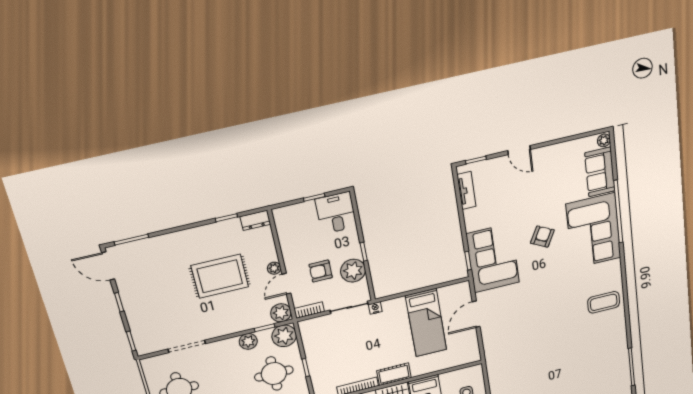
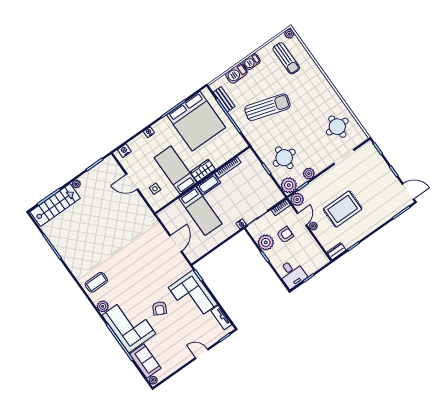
corner sofa: (493, 258) -> (193, 296), moved
plant: (613, 268) -> (103, 306), added
bed: (426, 323) -> (200, 211), moved, turned 180

